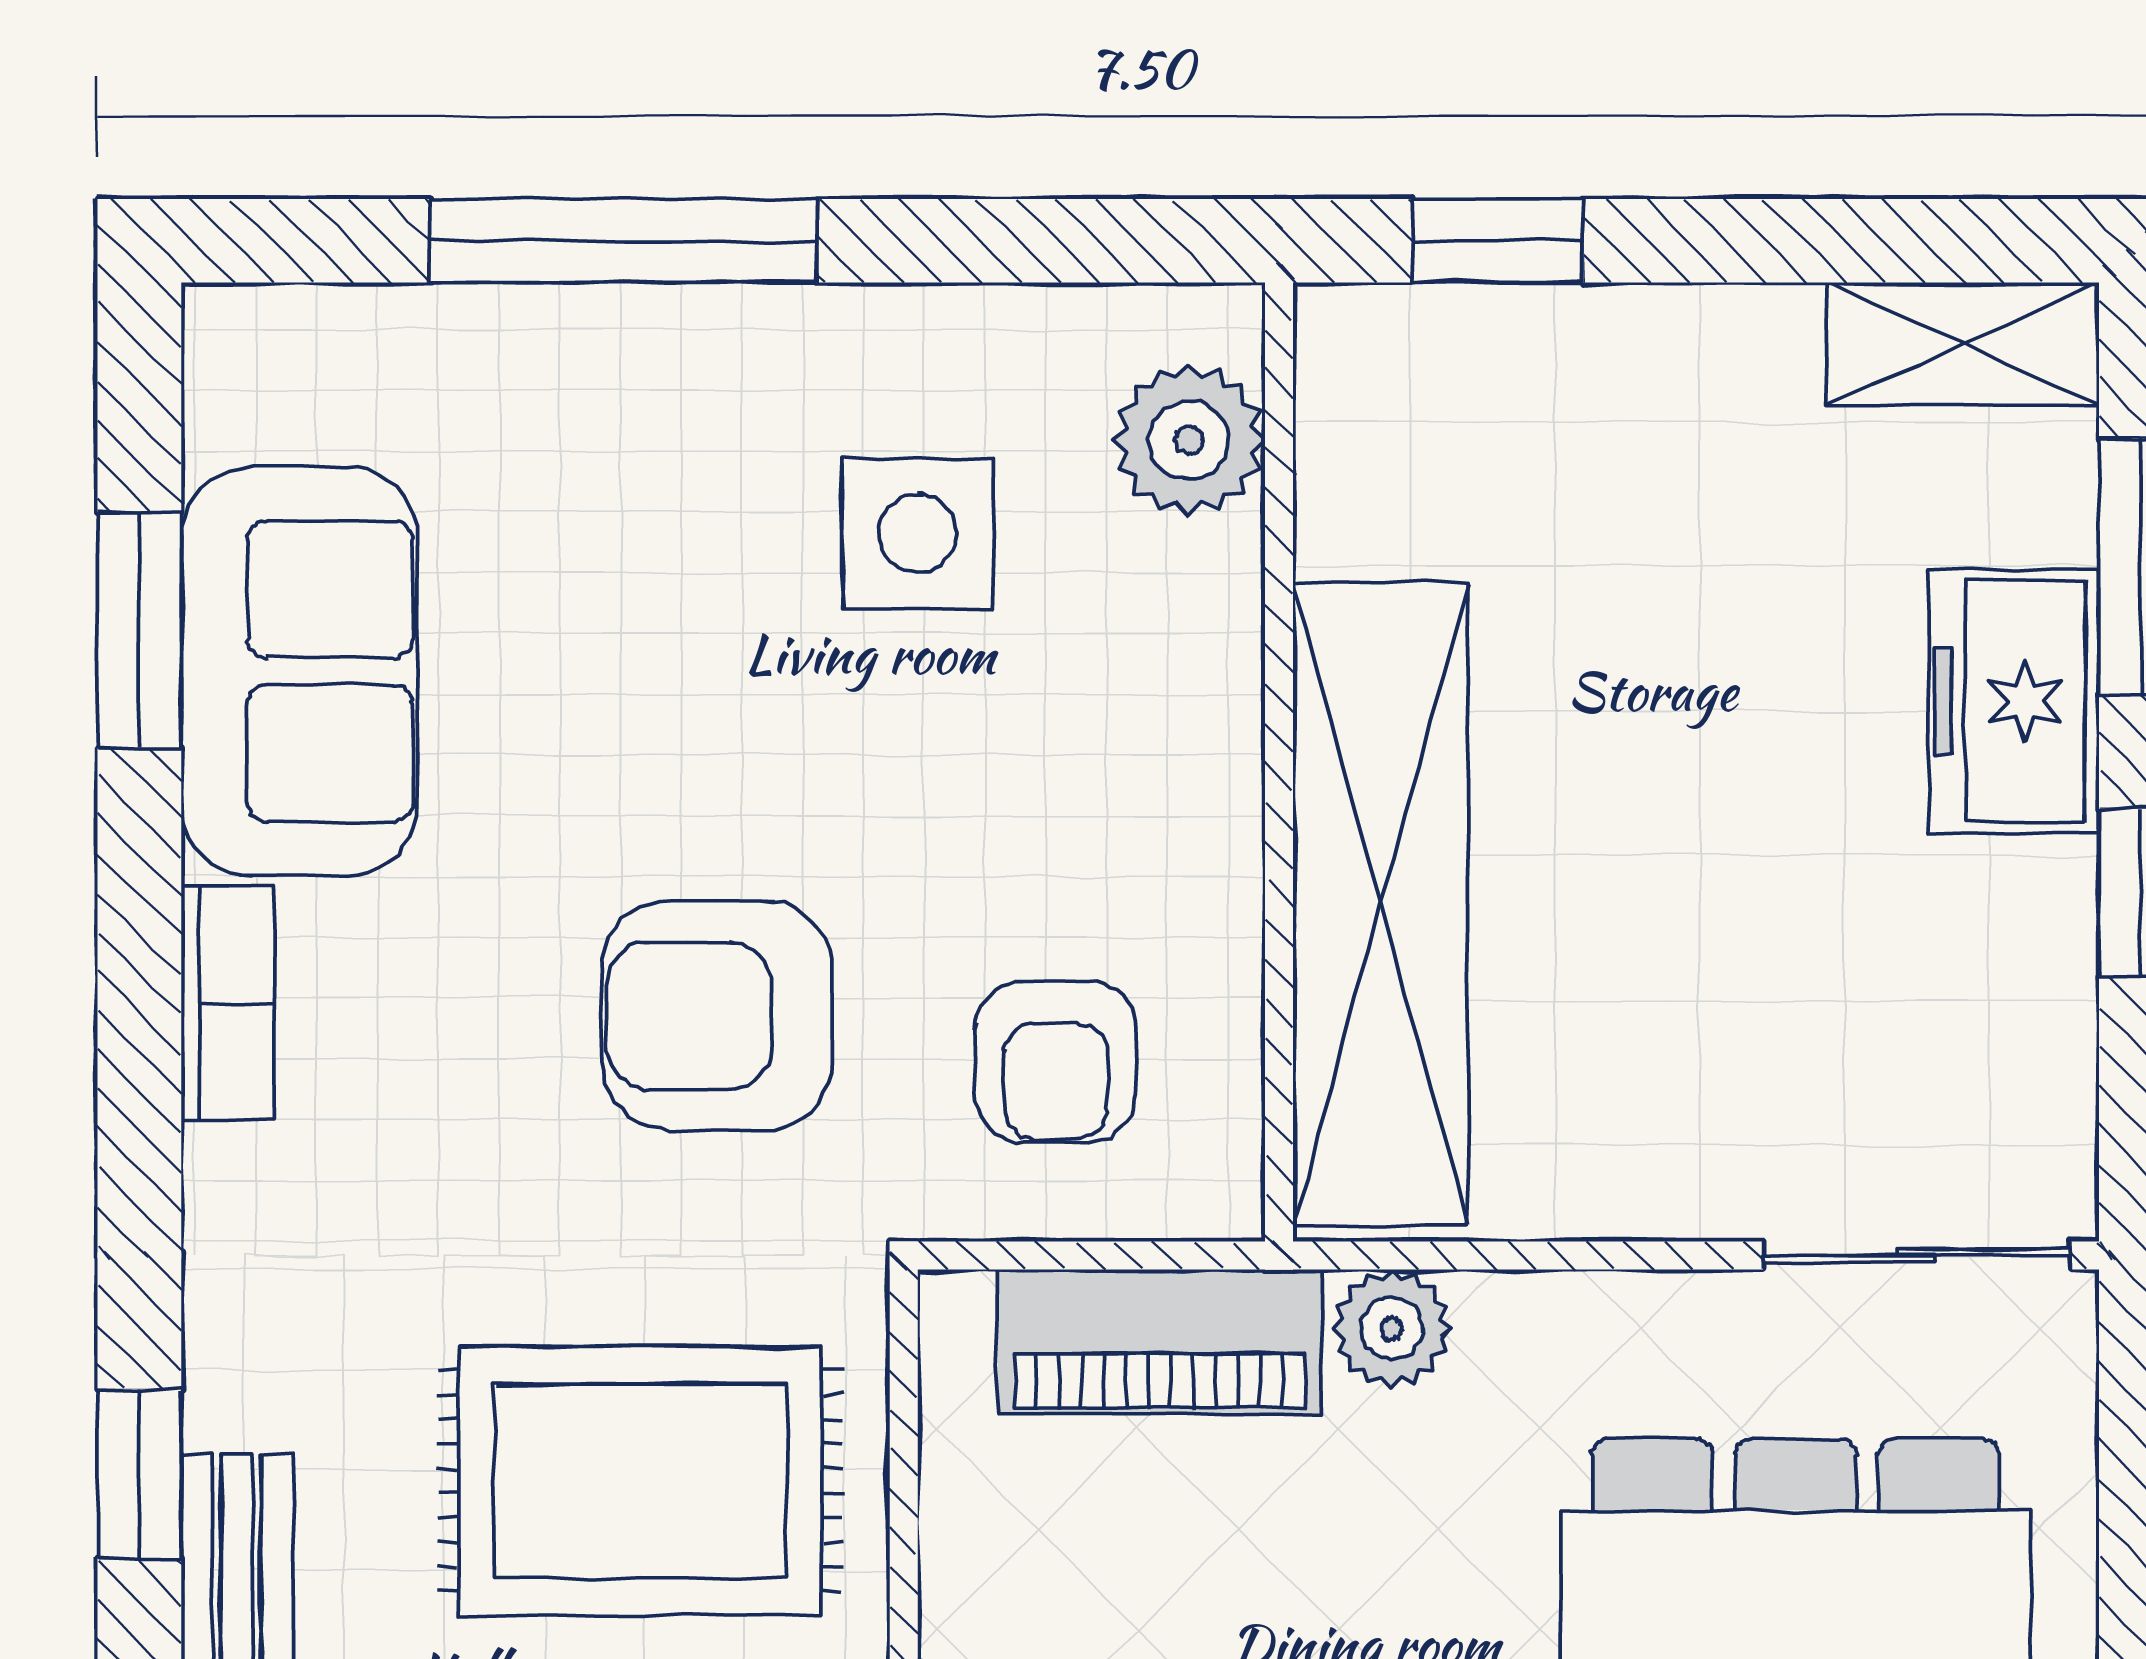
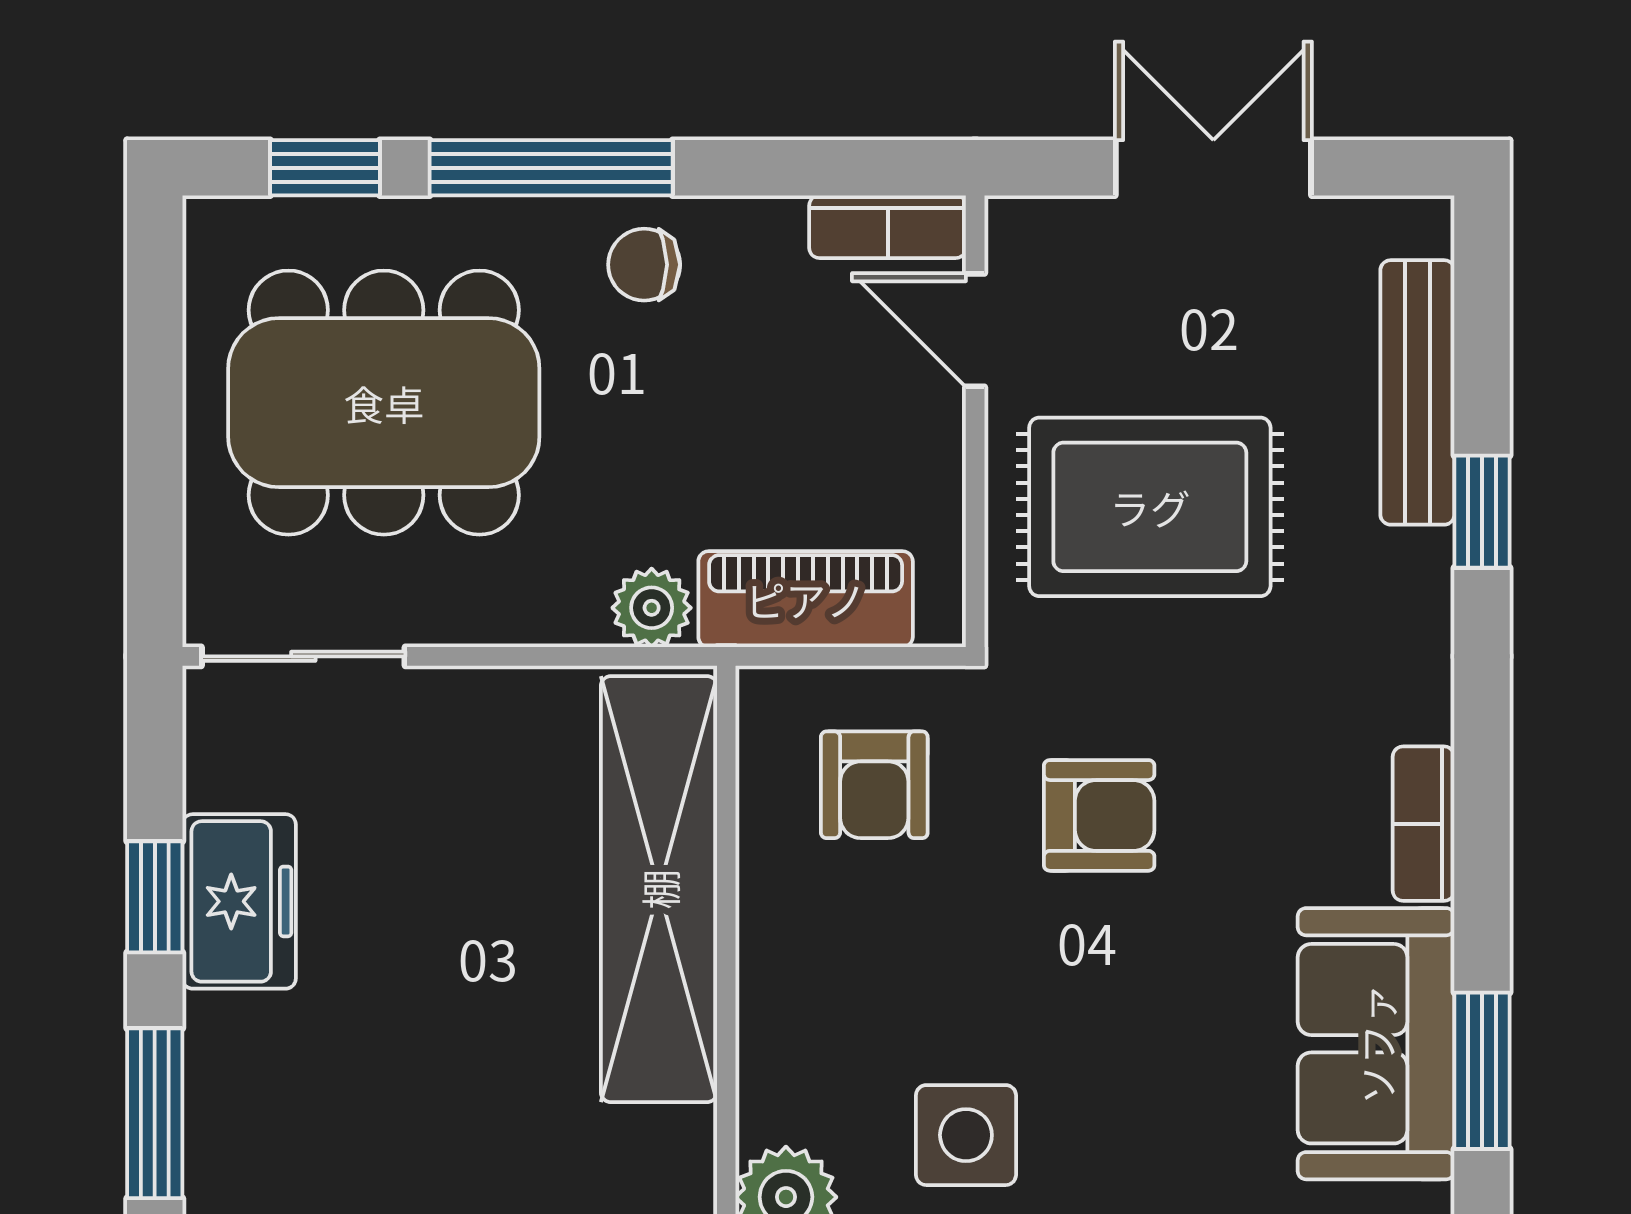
freezer: (2014, 701) -> (239, 901), moved
armchair: (717, 1015) -> (1099, 815), width x0.72, depth x0.72
armchair: (1056, 1062) -> (874, 785), turned 180

